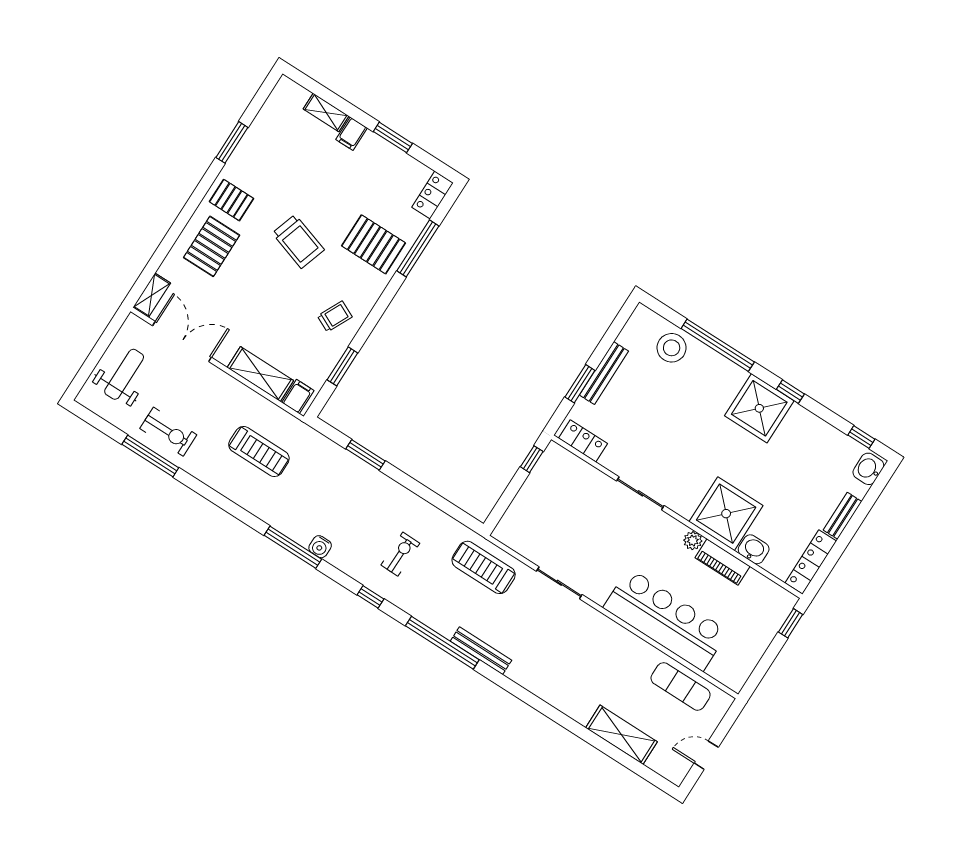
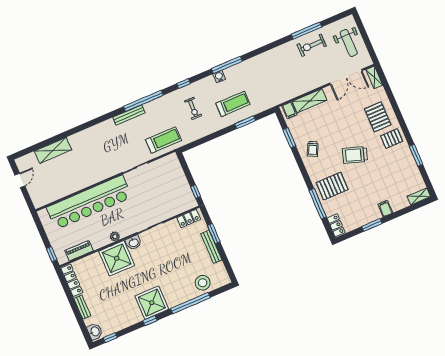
shelving: (326, 112) -> (419, 196), moved
treadmill: (259, 452) -> (233, 104), moved, turned 180
washbasin: (754, 549) -> (134, 243), moved
piano: (723, 562) -> (79, 251), moved
bar counter: (666, 619) -> (89, 202), width x1.36
exercise mat: (681, 686) -> (56, 189), removed

